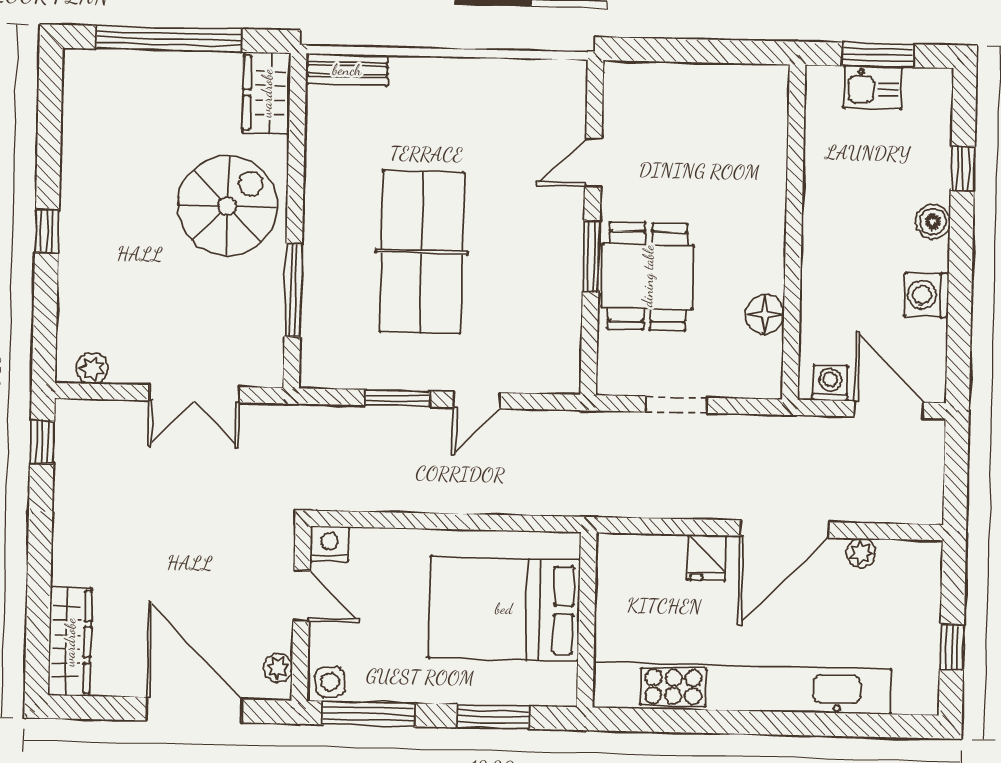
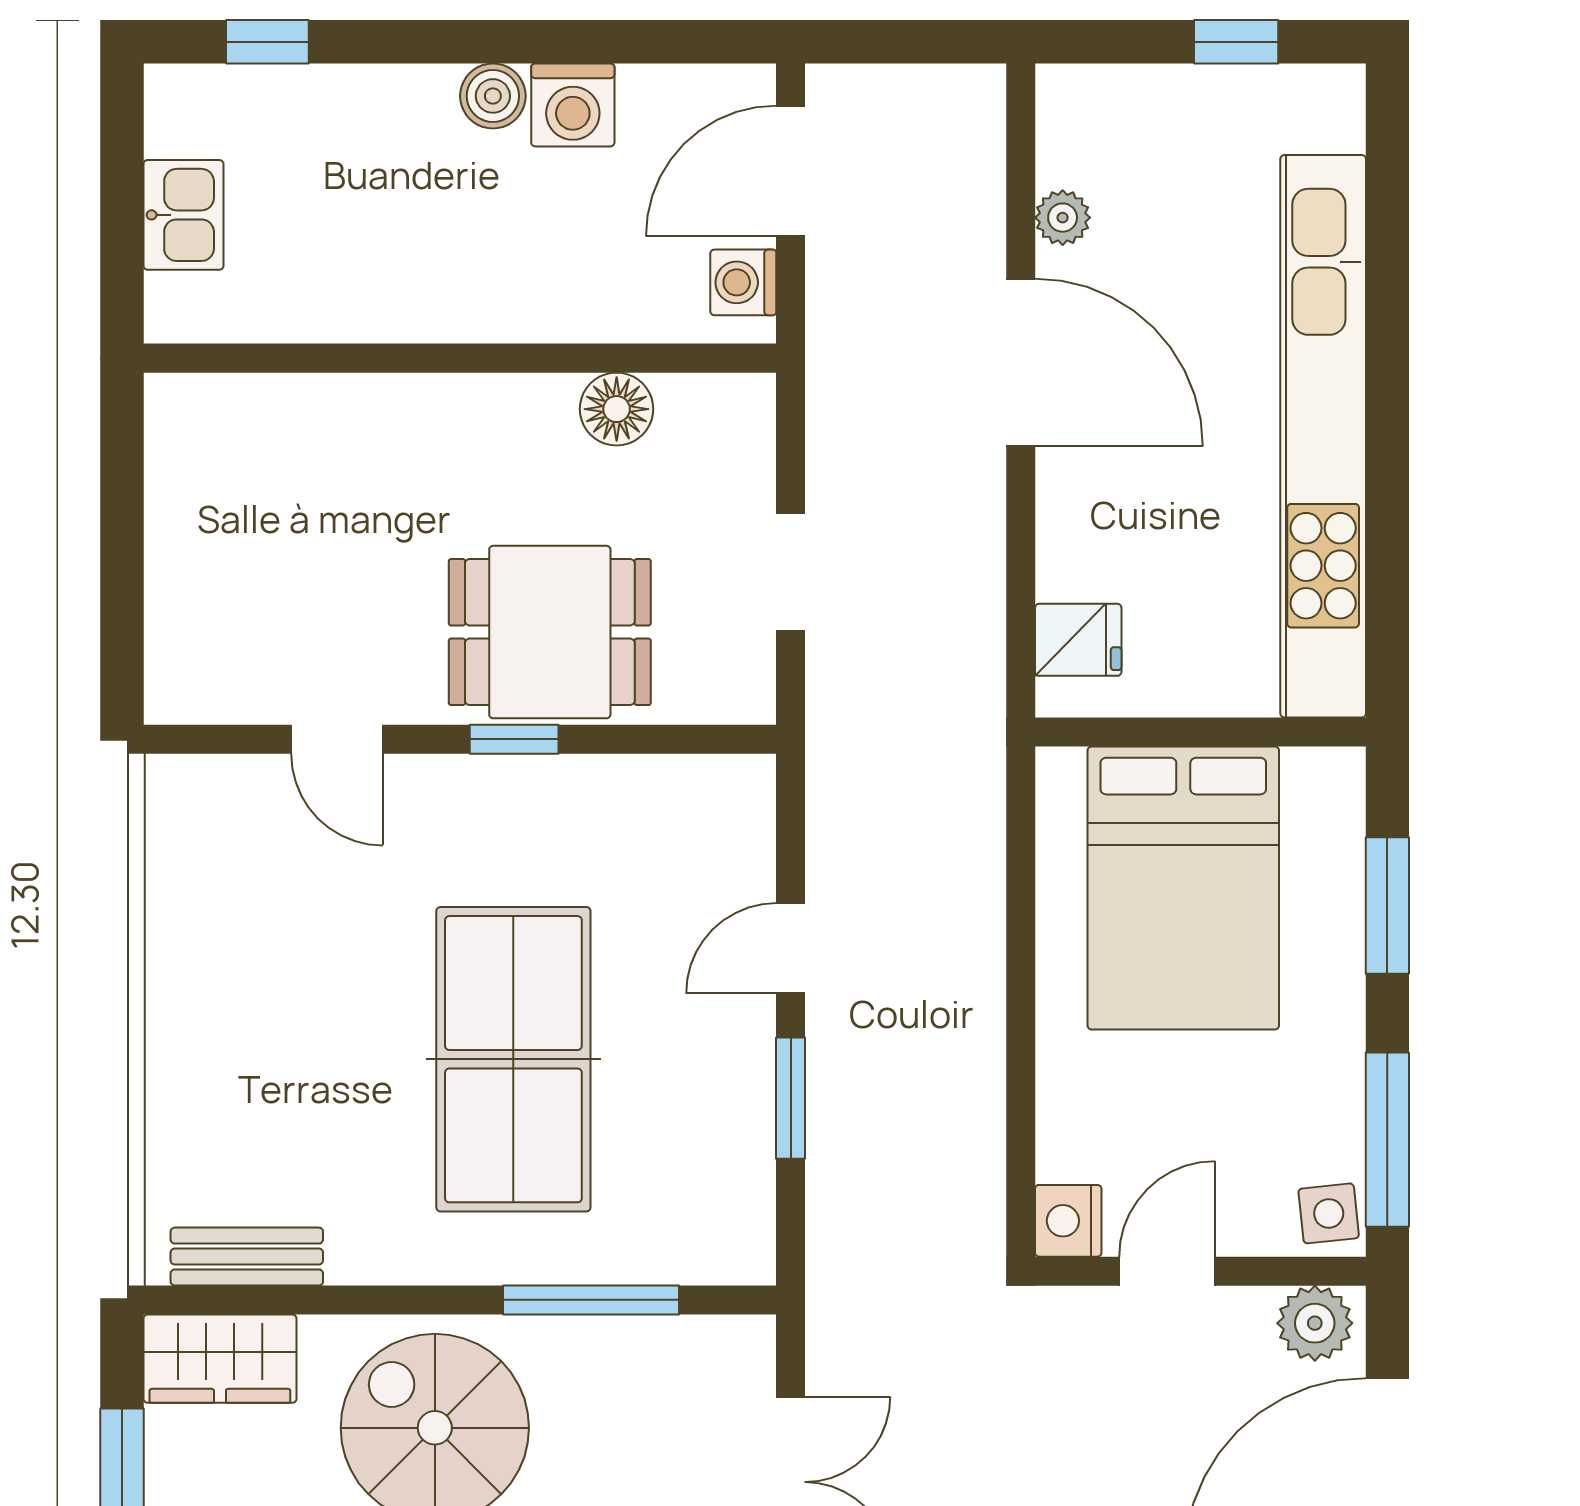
window: (878, 55) -> (122, 207), removed
bench: (347, 70) -> (247, 1257), moved, turned 90
window: (963, 168) -> (267, 42), moved
boiler: (933, 222) -> (493, 96), moved
table tennis table: (422, 252) -> (513, 1059), turned 90
window: (591, 256) -> (514, 739), width x0.67
door: (477, 400) -> (791, 948), swing flipped
fridge: (706, 558) -> (1078, 640), moved
plant: (278, 668) -> (1315, 1323), width x1.38, depth x1.38

